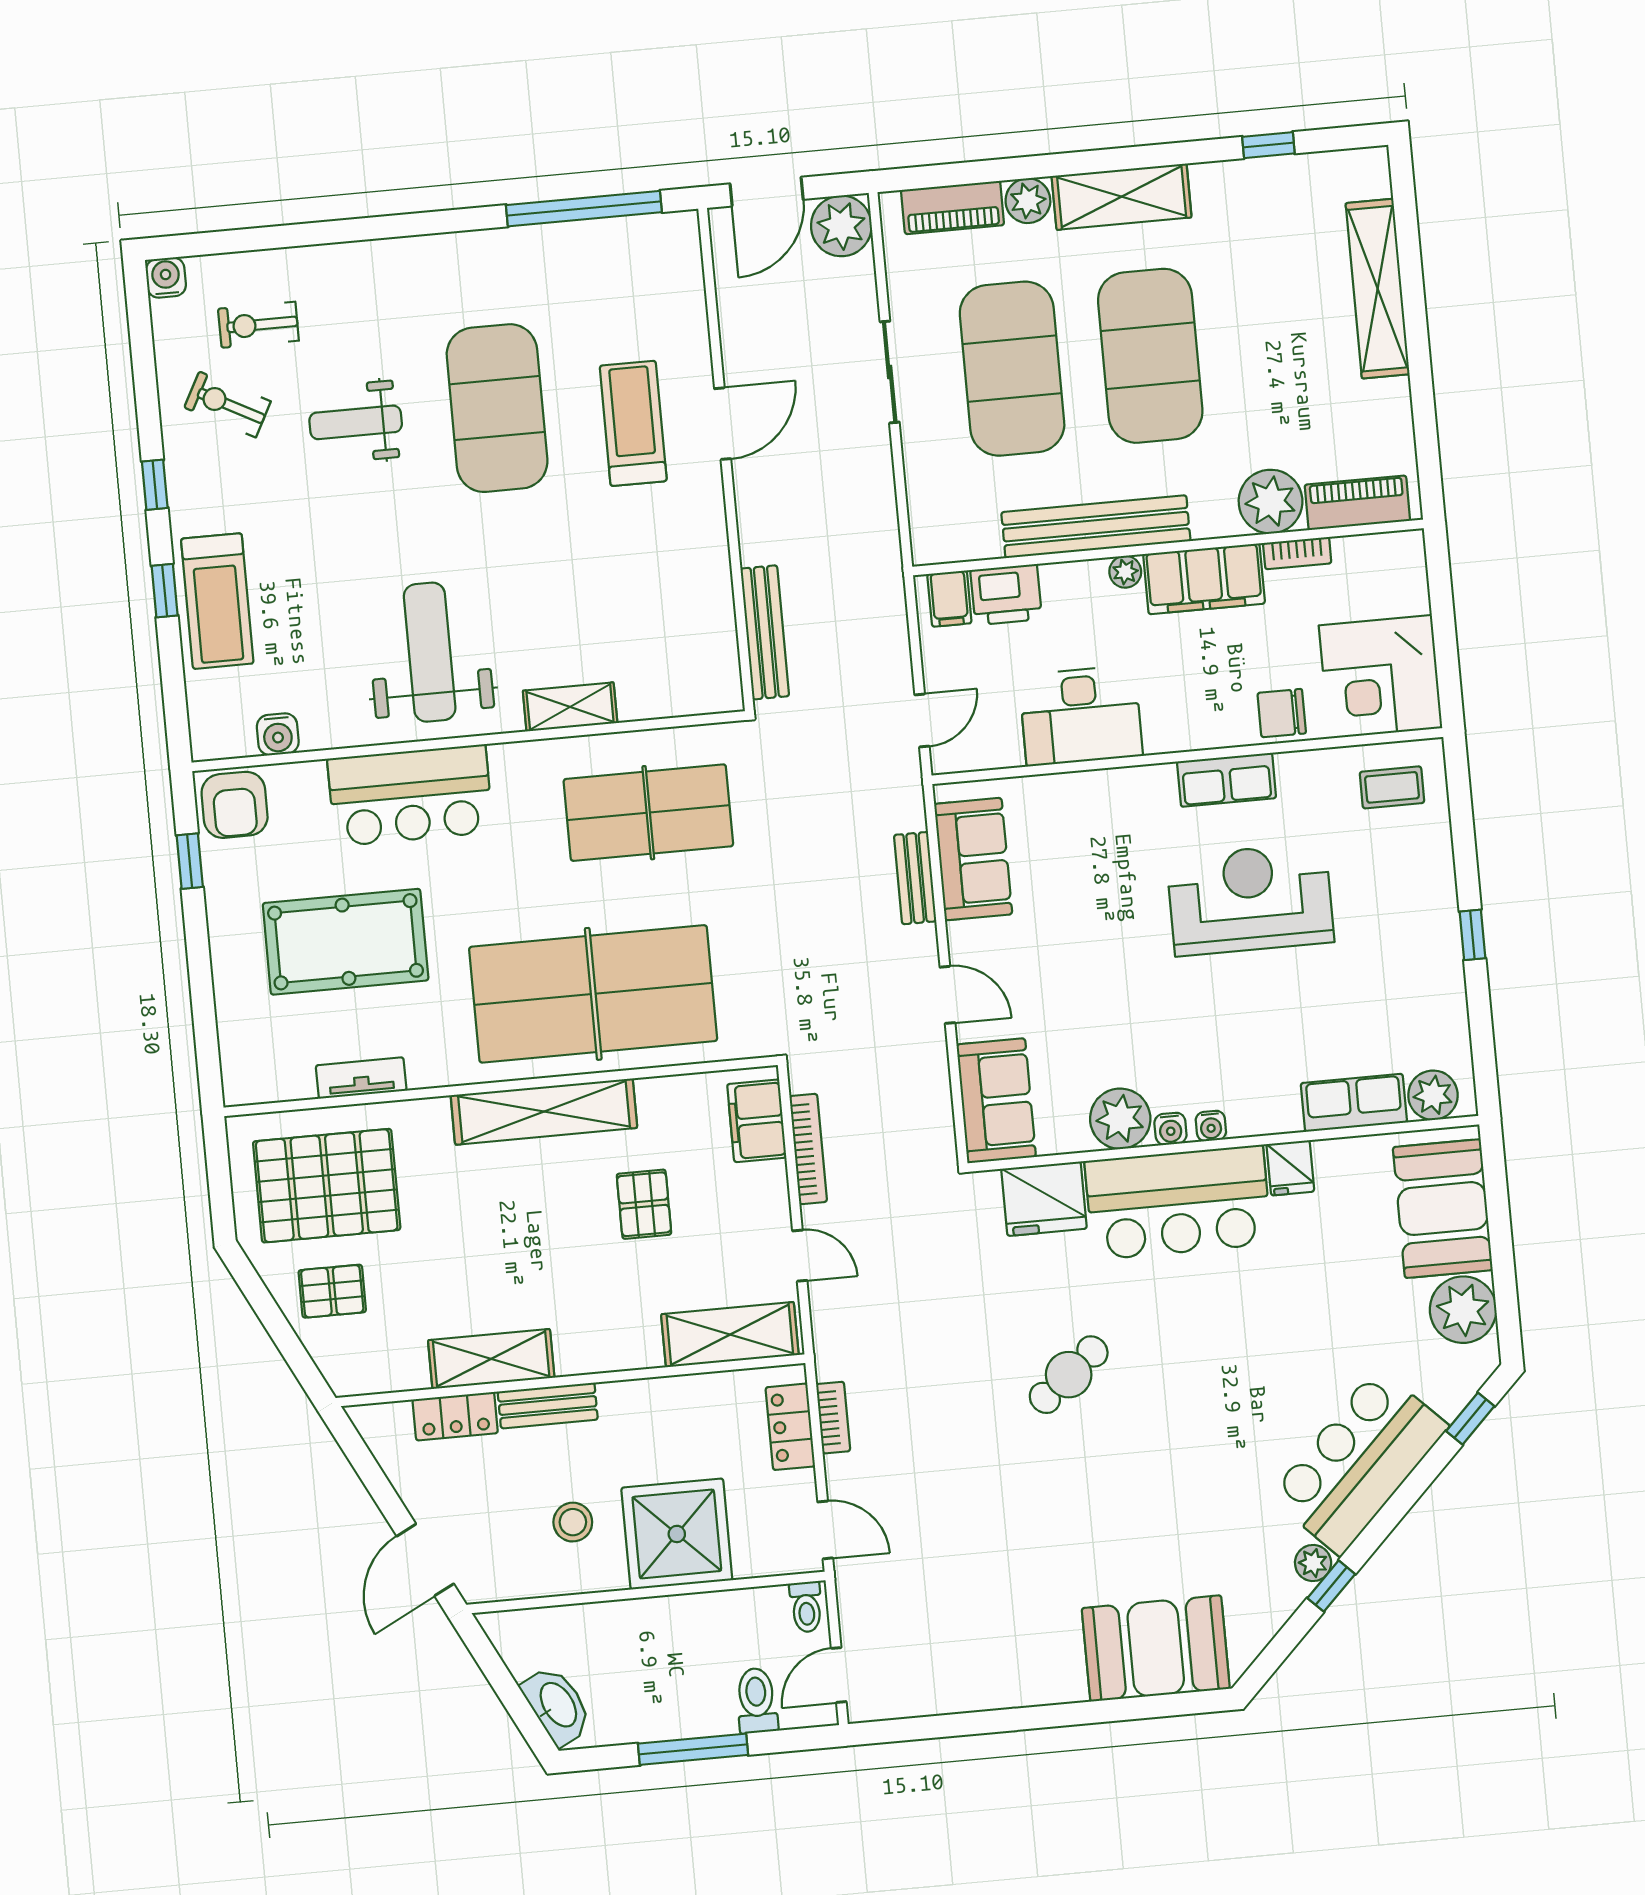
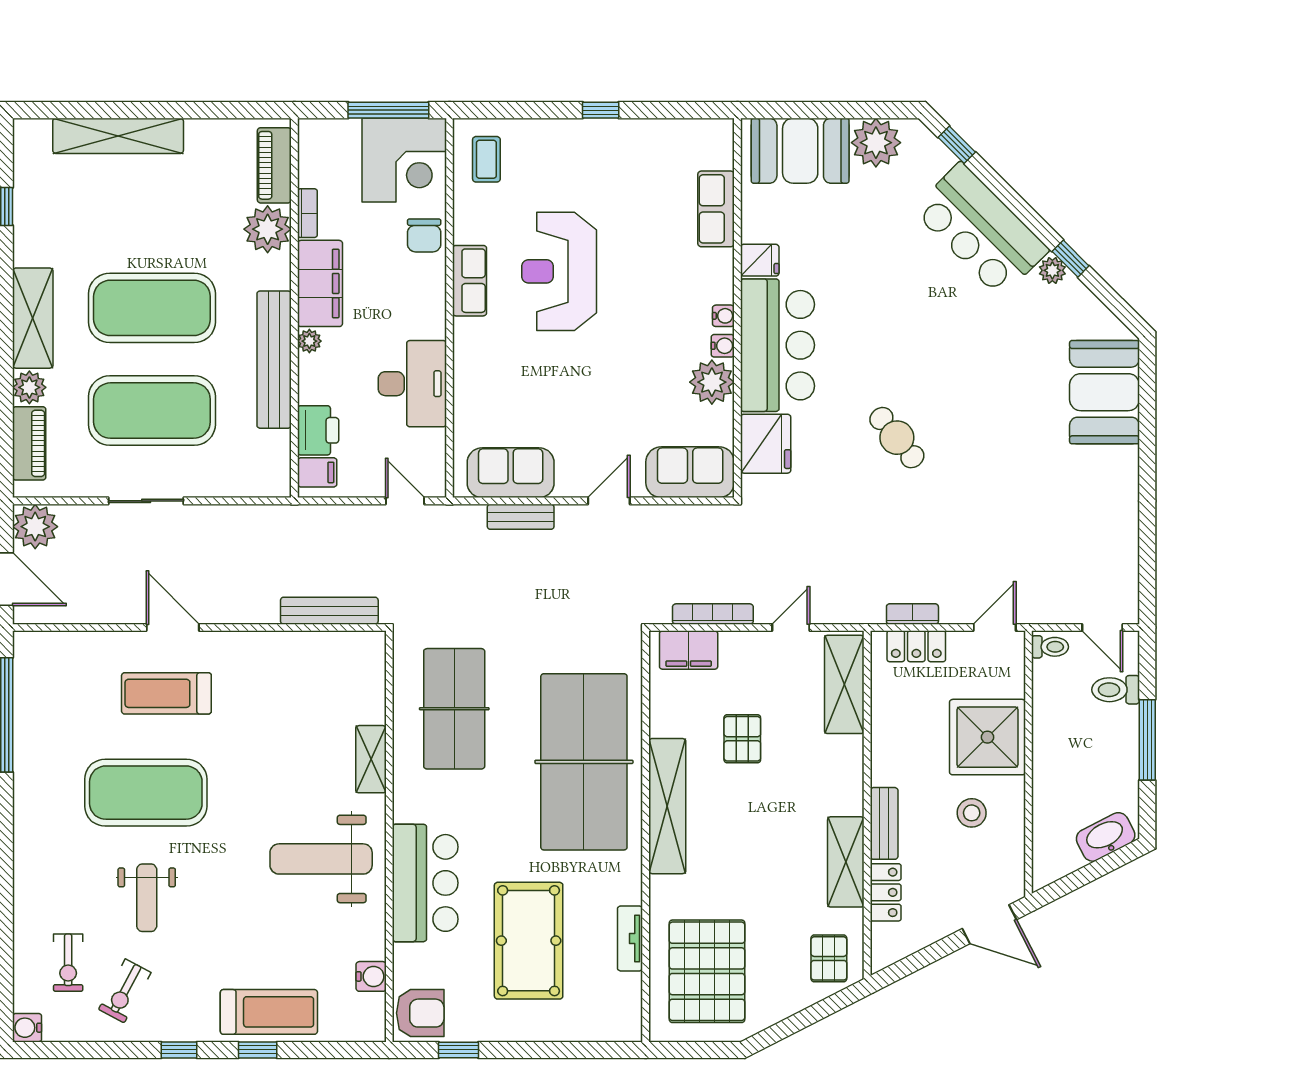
window: (1446, 649) -> (388, 110), added
plant: (1433, 1095) -> (716, 150), removed
pallet: (644, 1204) -> (742, 739), turned 90
pallet: (332, 1291) -> (829, 958), moved

